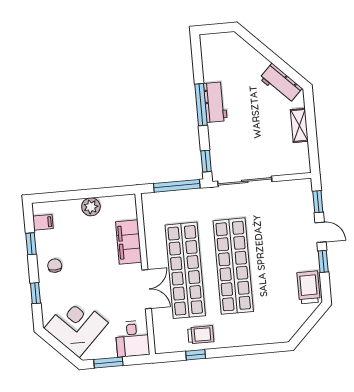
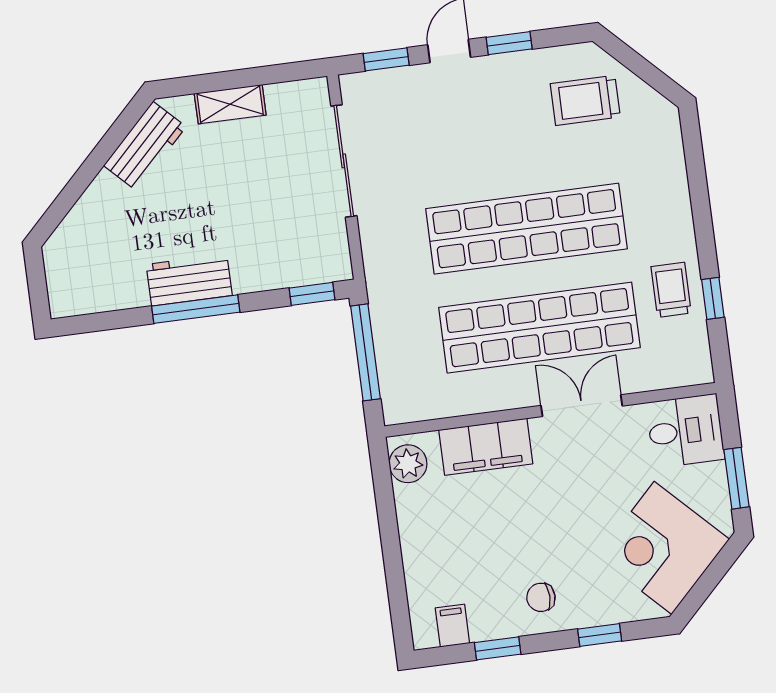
sliding door: (245, 181) -> (344, 161), moved
plant: (91, 207) -> (408, 464), moved
trolley: (309, 287) -> (585, 100), moved

